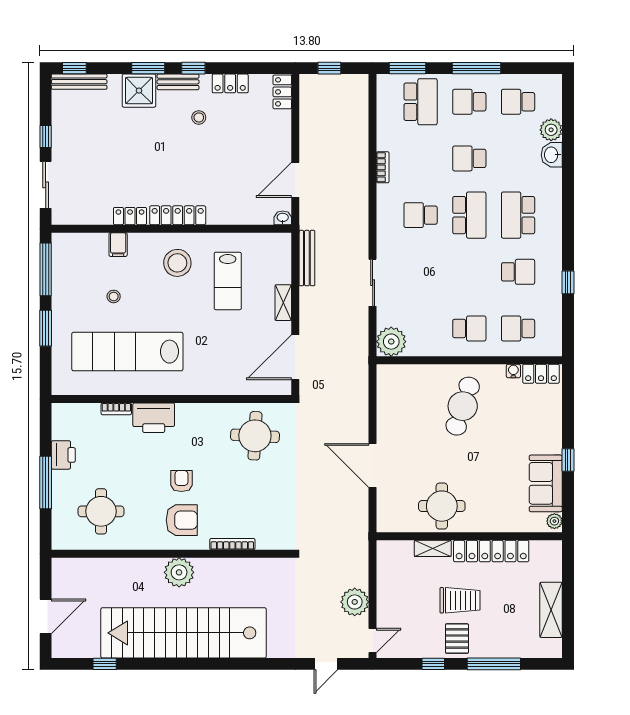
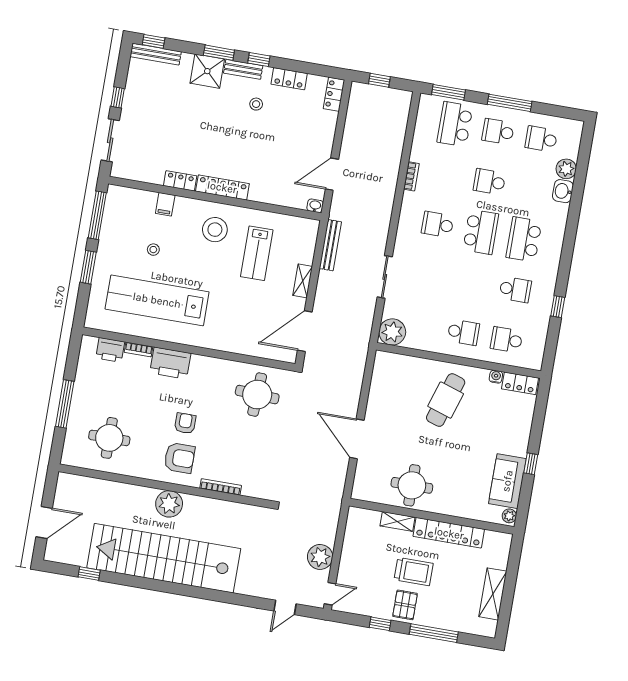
school desk: (421, 102) -> (455, 124), turned 180
printer: (63, 455) -> (110, 350), moved, turned 90

